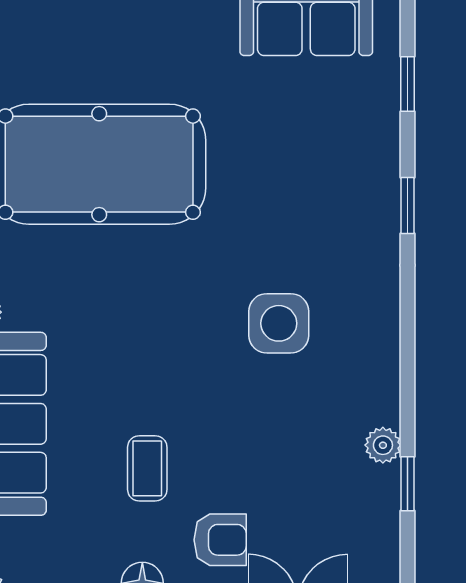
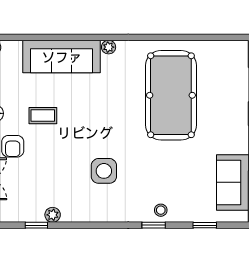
stool: (372, 188) -> (161, 210), added

